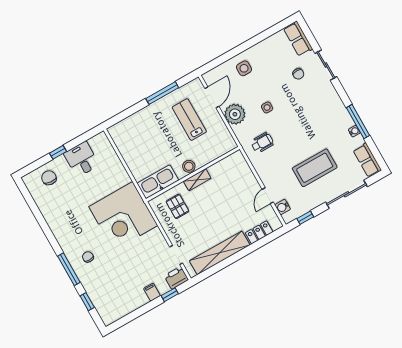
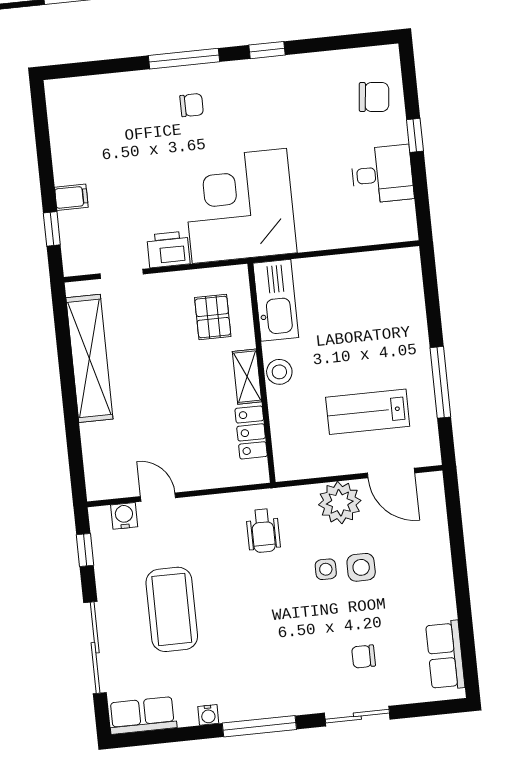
row of seats: (298, 39) -> (445, 655), moved, turned -90
side table: (244, 68) -> (361, 567), moved
lab bench: (189, 120) -> (368, 412), turned 180
window: (358, 122) -> (259, 726), moved
pallet: (177, 206) -> (213, 317), turned 90
locker: (259, 232) -> (251, 432), moved, turned 180
printer: (176, 278) -> (168, 249), moved, turned -90
window: (87, 302) -> (267, 50), moved

